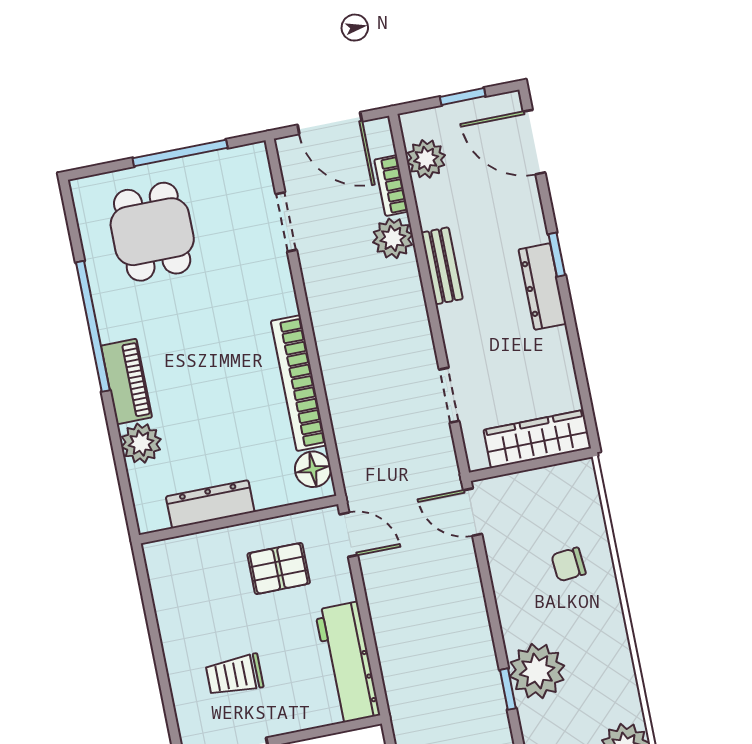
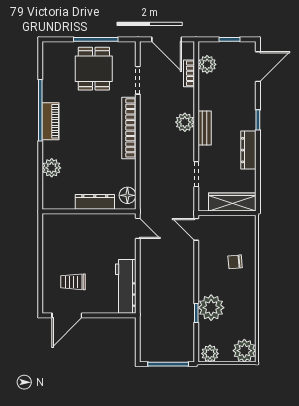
door: (534, 142) -> (258, 67), swing flipped
dining table: (152, 232) -> (94, 69), moved
plant: (393, 238) -> (185, 122), moved
bench: (442, 266) -> (205, 128), moved
dresser: (542, 287) -> (248, 150), moved
piano: (127, 381) -> (51, 121), moved
bookcase: (299, 383) -> (129, 128), moved
dresser: (210, 504) -> (95, 202), moved
pallet: (279, 568) -> (103, 237), removed

